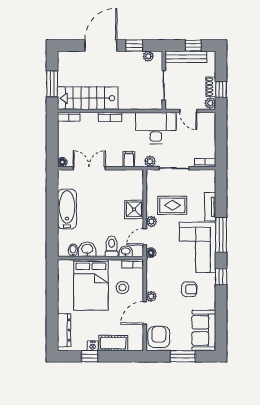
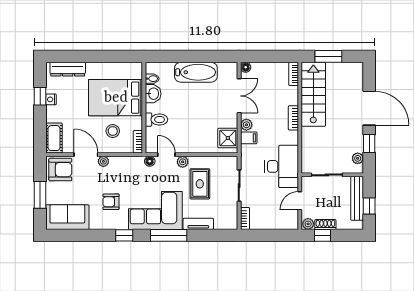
plant: (150, 161) -> (246, 125), moved
shower: (134, 209) -> (228, 138), moved
washbasin: (126, 251) -> (151, 134), removed
armchair: (189, 289) -> (111, 202), turned 90
cot: (113, 343) -> (54, 138), moved

